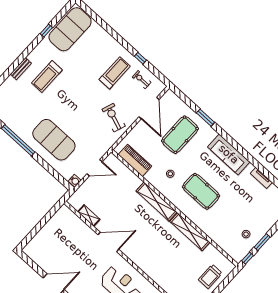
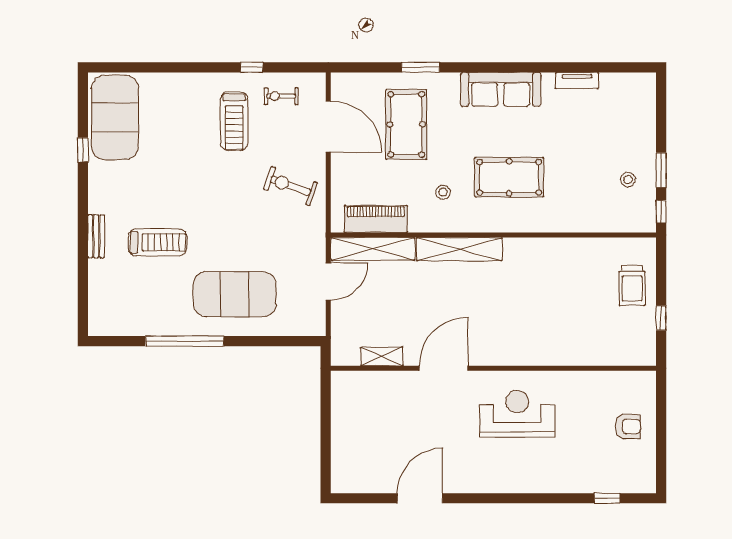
treadmill: (115, 73) -> (234, 121), turned 180
treadmill: (47, 76) -> (157, 242), moved, turned -90
water cooler: (75, 181) -> (317, 325), removed
shelving: (190, 232) -> (373, 249), moved

